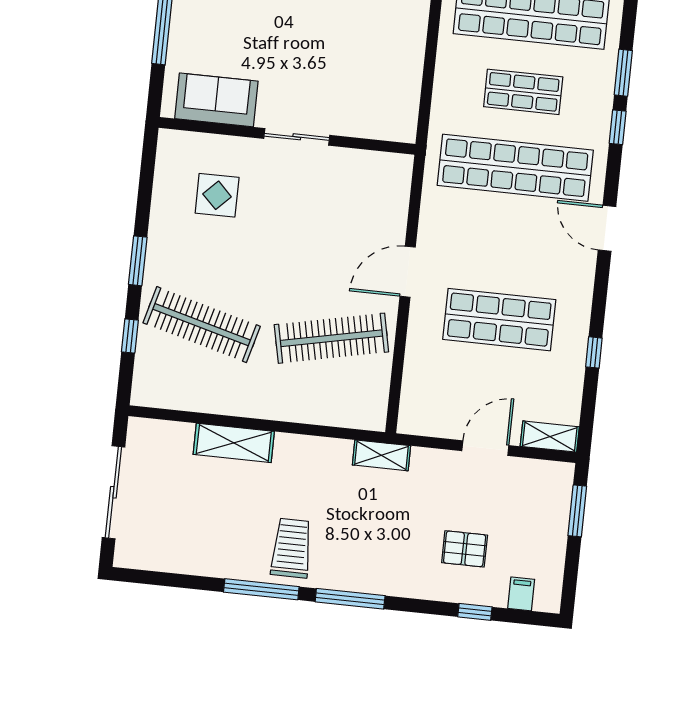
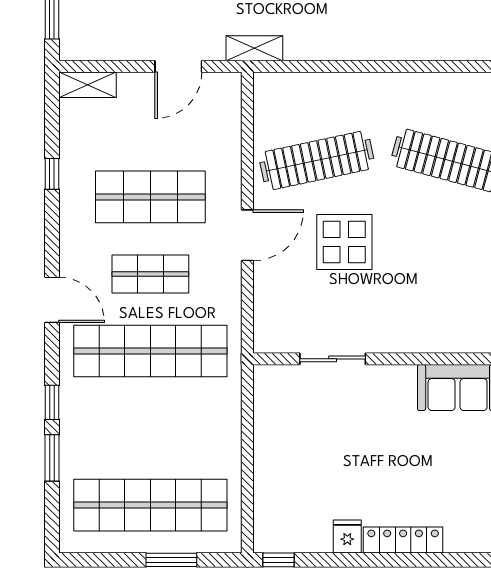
shop shelf: (523, 92) -> (150, 274), moved
sliding door: (297, 137) -> (333, 359), moved
display table: (217, 195) -> (344, 242), moved, width x1.36, depth x1.36
shelving: (234, 443) -> (404, 45), removed
door: (485, 448) -> (178, 66), moved

